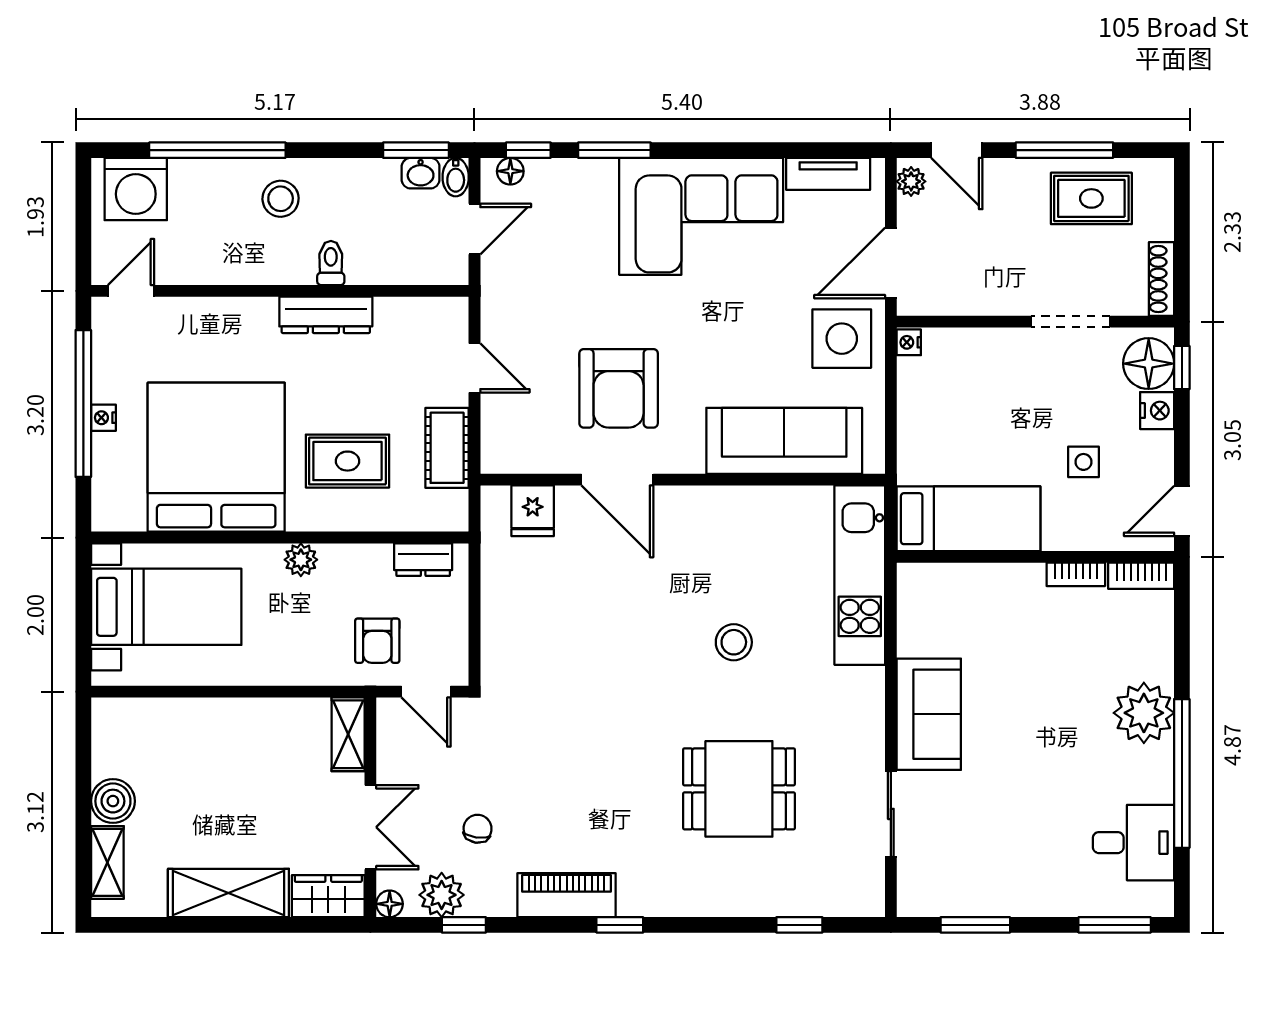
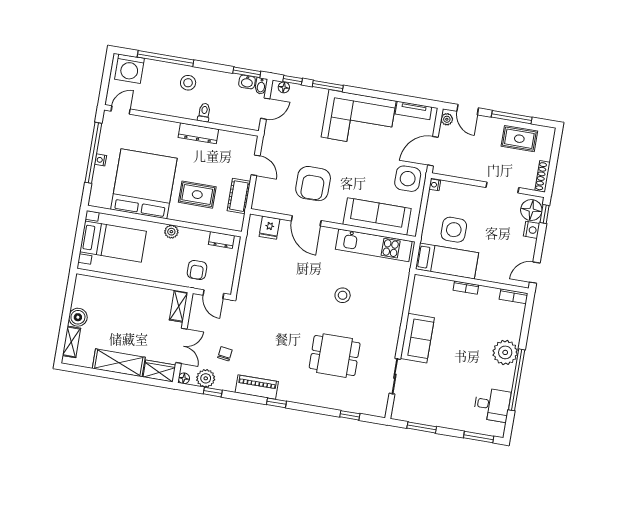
side table: (1083, 462) -> (454, 230), moved, width x1.87, depth x1.87
bookcase: (1076, 574) -> (466, 288), moved
kitchen unit: (860, 575) -> (374, 245), moved, turned -90

